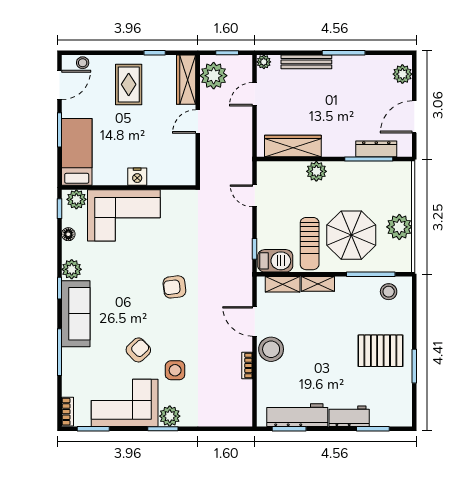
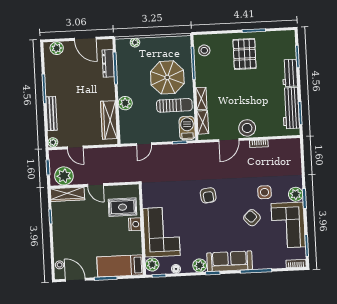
rug: (129, 84) -> (123, 207), moved
plant: (399, 227) -> (135, 42), moved, width x0.53, depth x0.53

